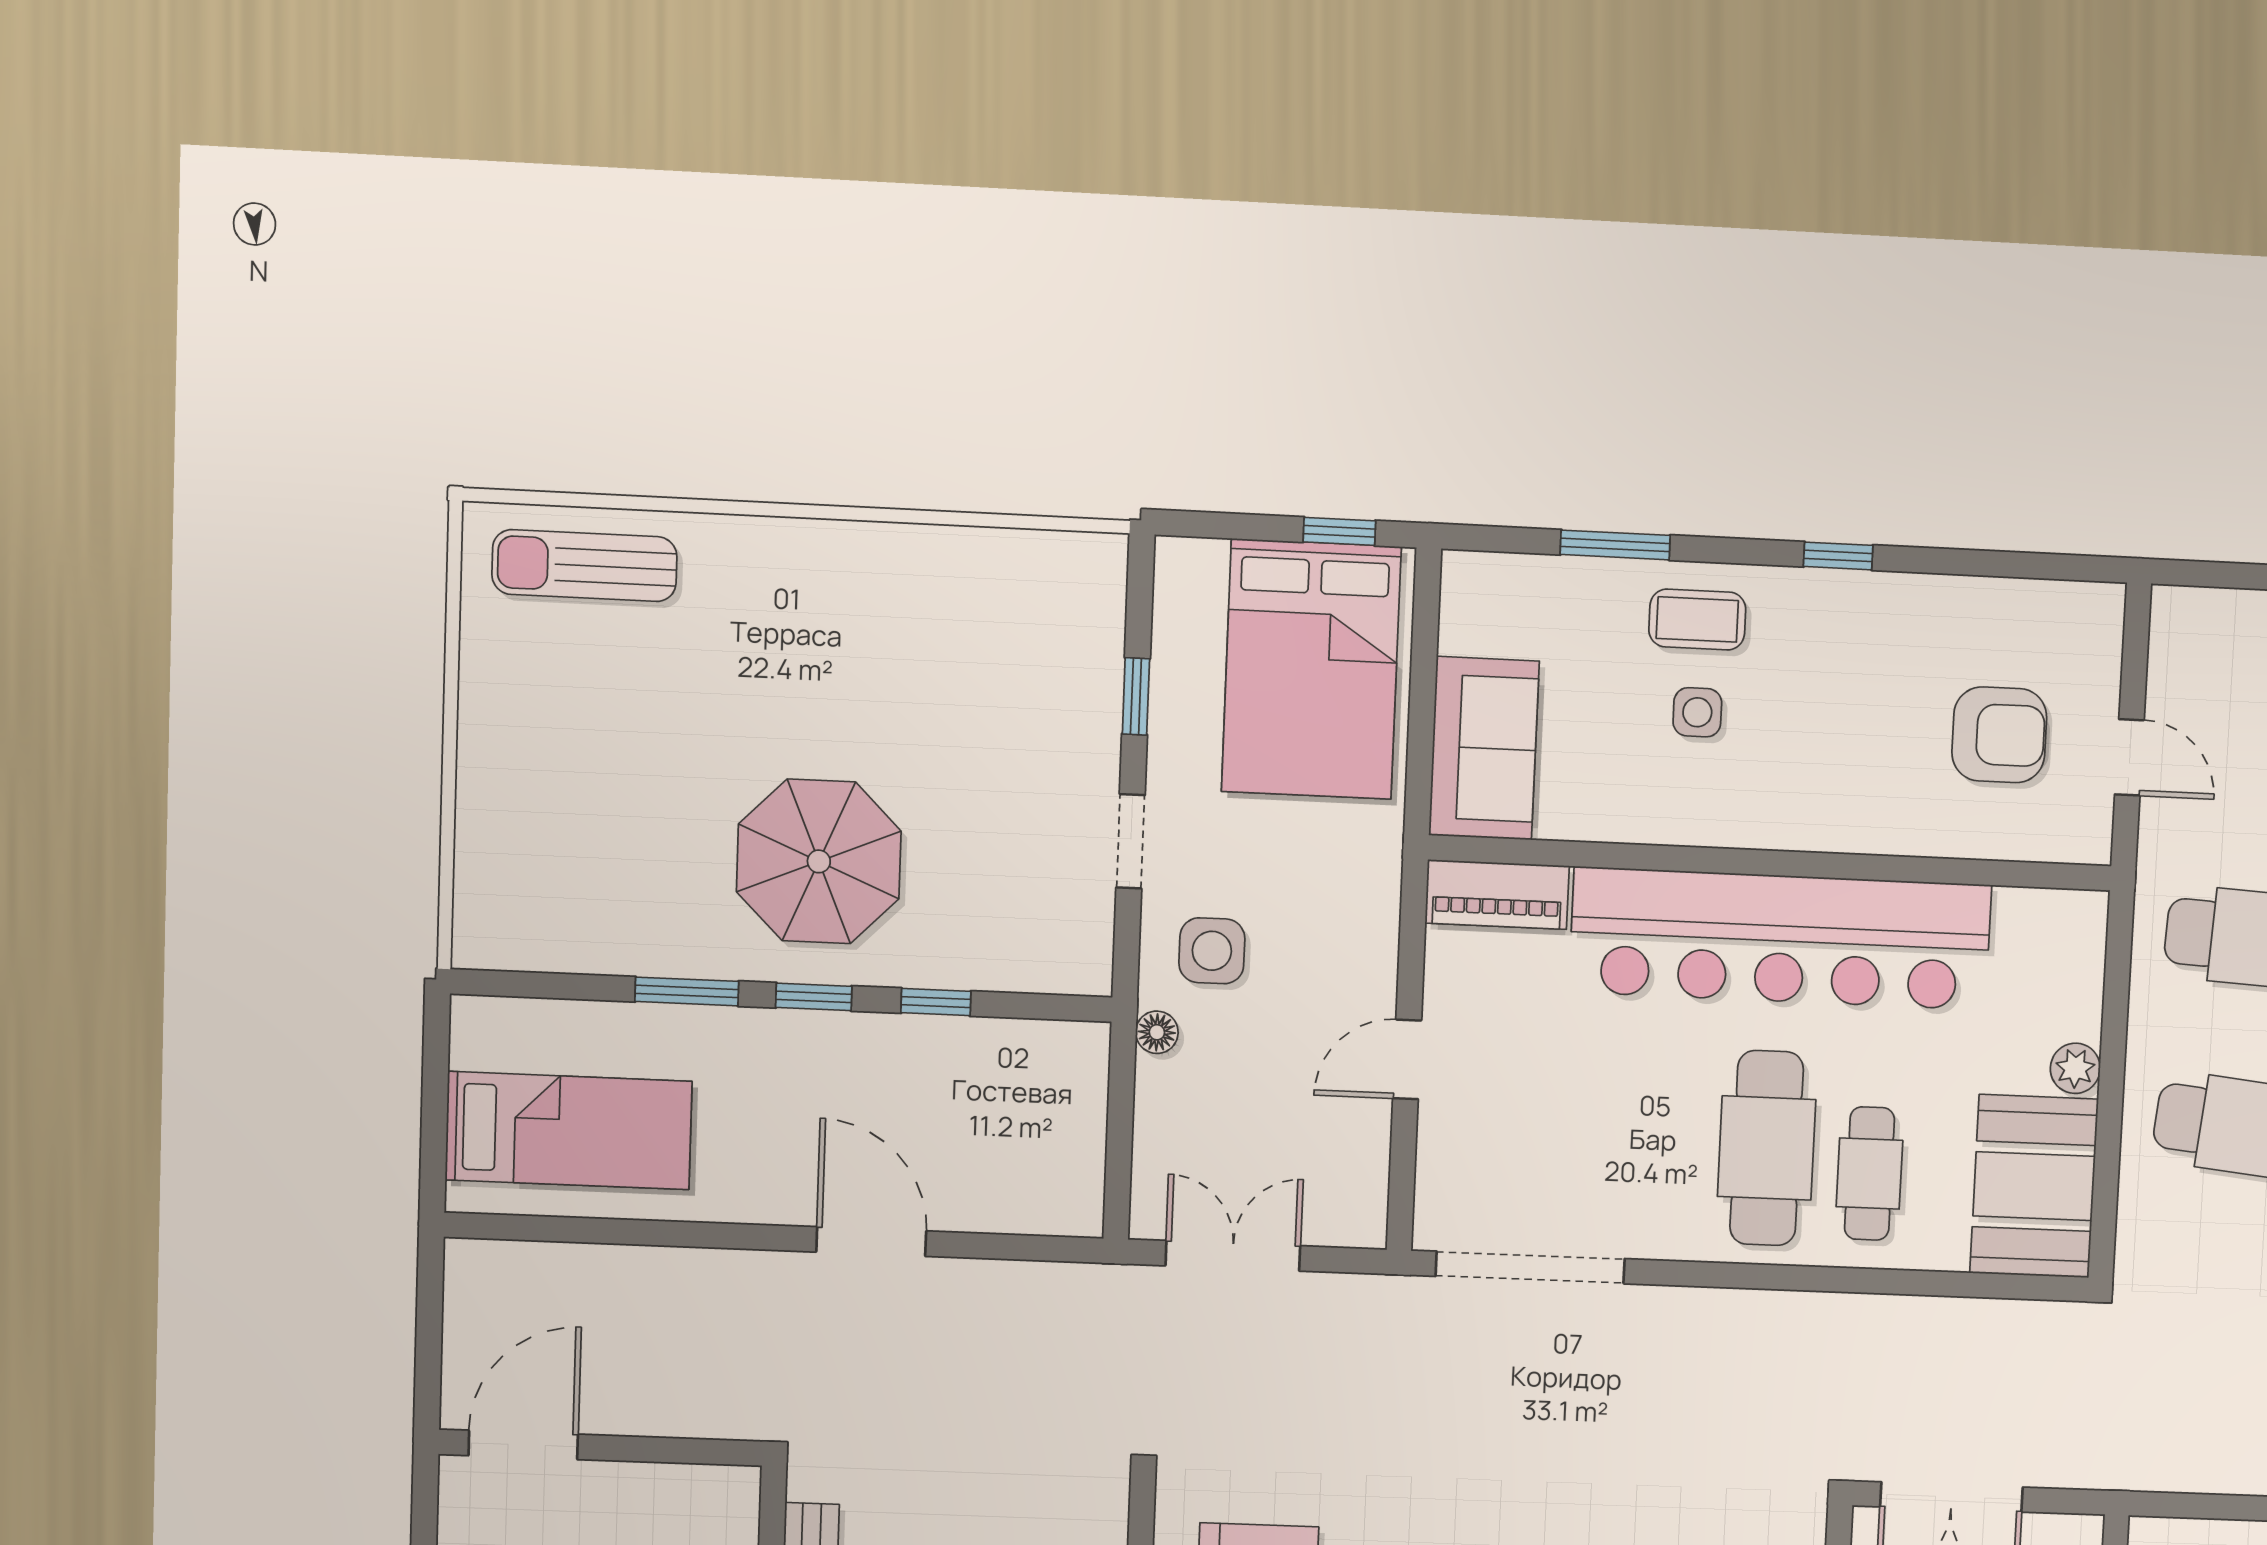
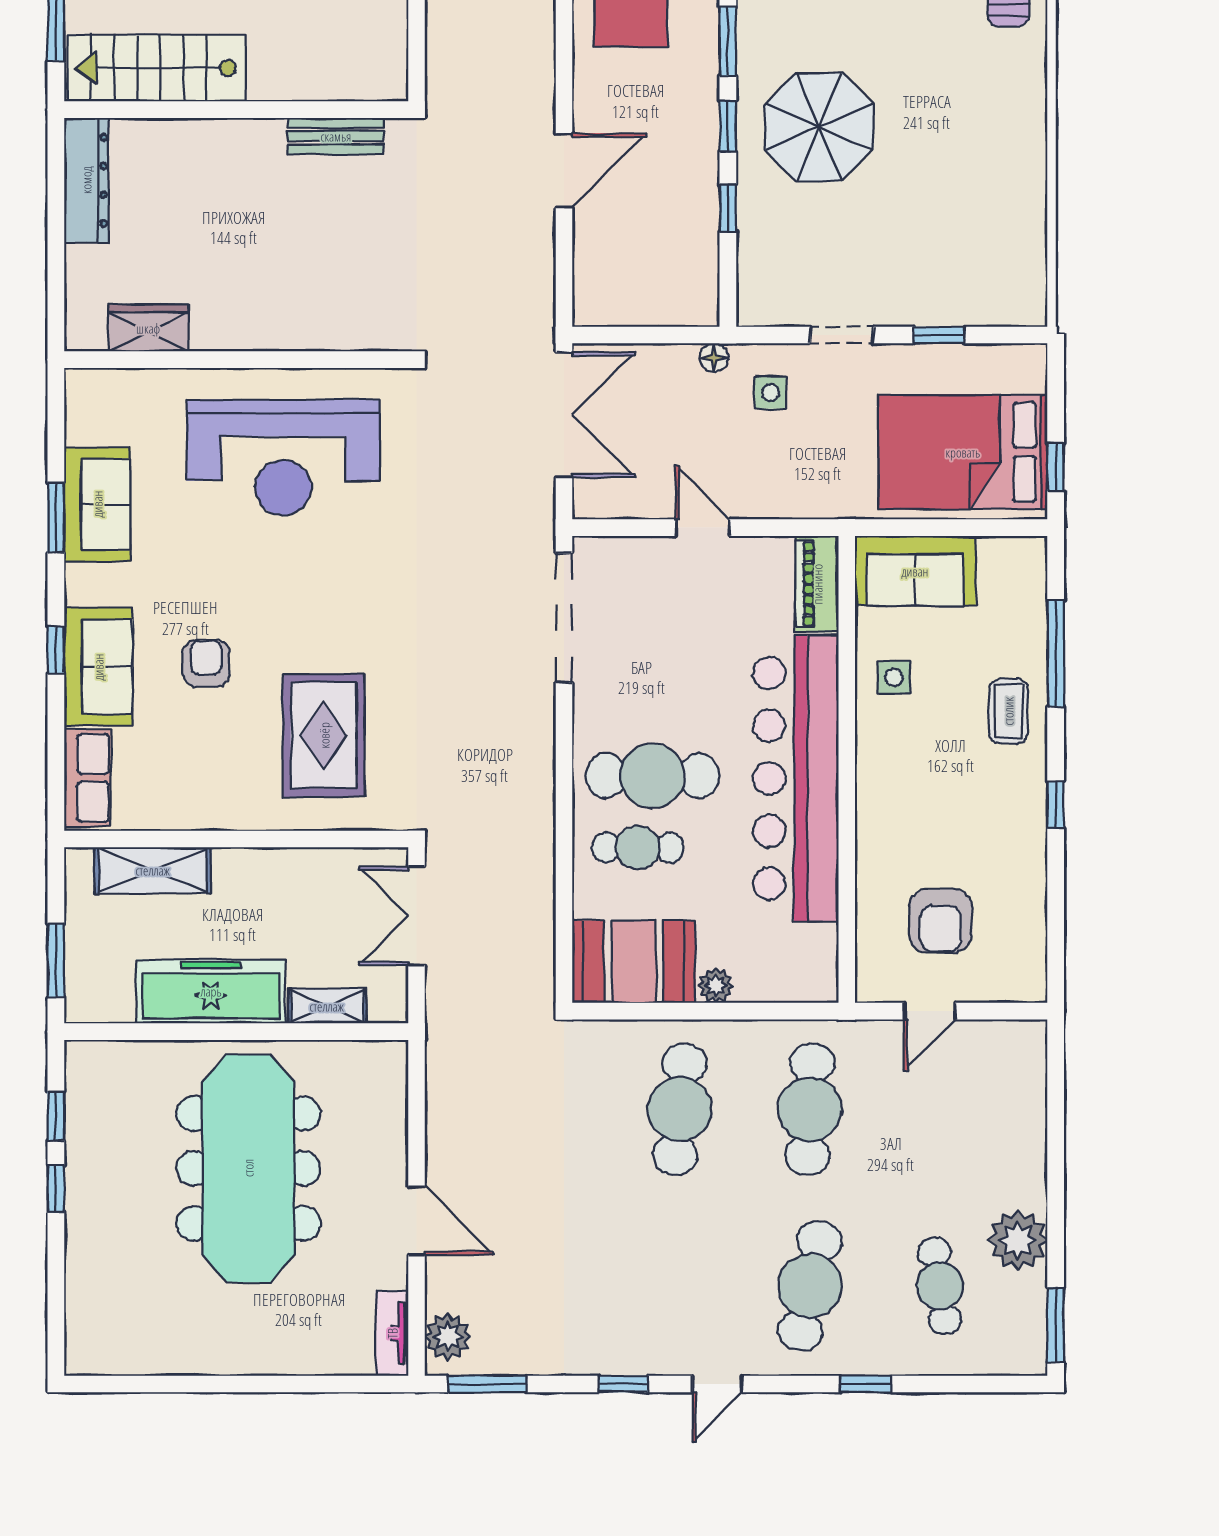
window: (1615, 545) -> (1056, 653), width x1.44
side table: (1697, 712) -> (894, 677), moved
side table: (1212, 951) -> (771, 393), width x0.73, depth x0.73
double door: (1233, 1256) -> (564, 415), width x1.37

